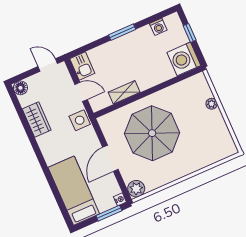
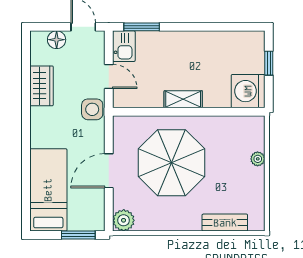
washing machine: (158, 27) -> (235, 39), removed
window: (122, 32) -> (142, 27), moved
floor lamp: (20, 88) -> (57, 40), moved
shelving: (124, 92) -> (183, 99), moved
bench: (208, 159) -> (225, 223), added
nightstand: (120, 199) -> (99, 225), removed

